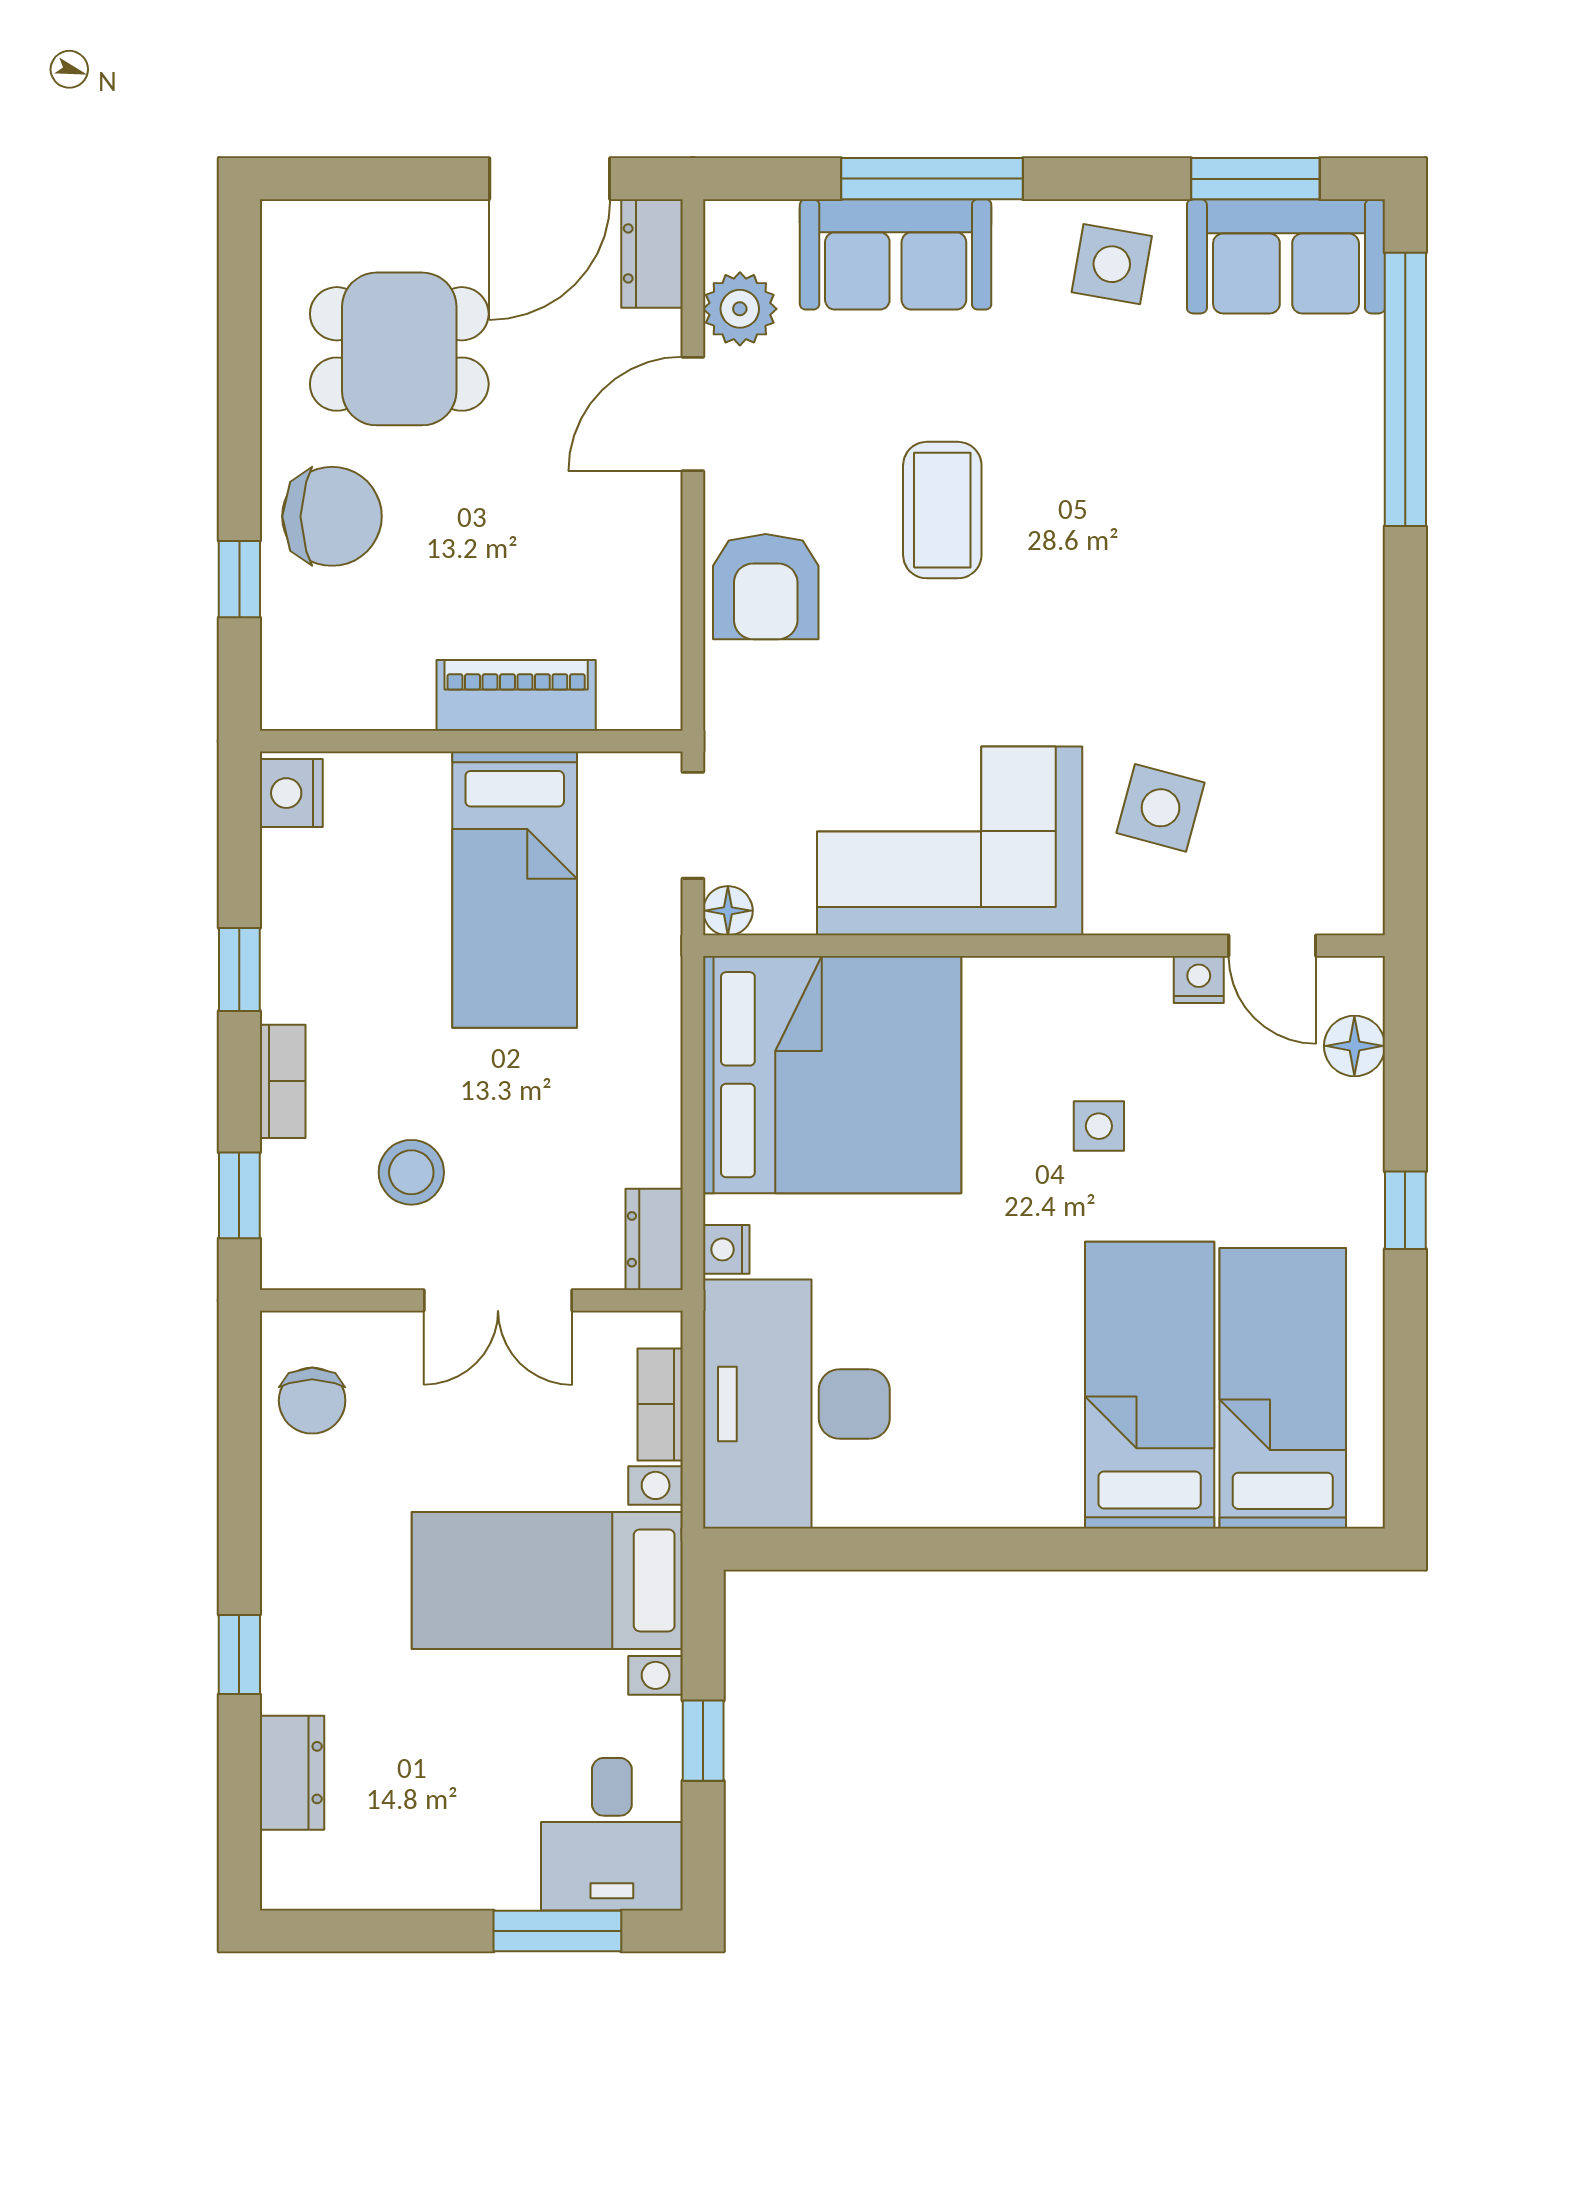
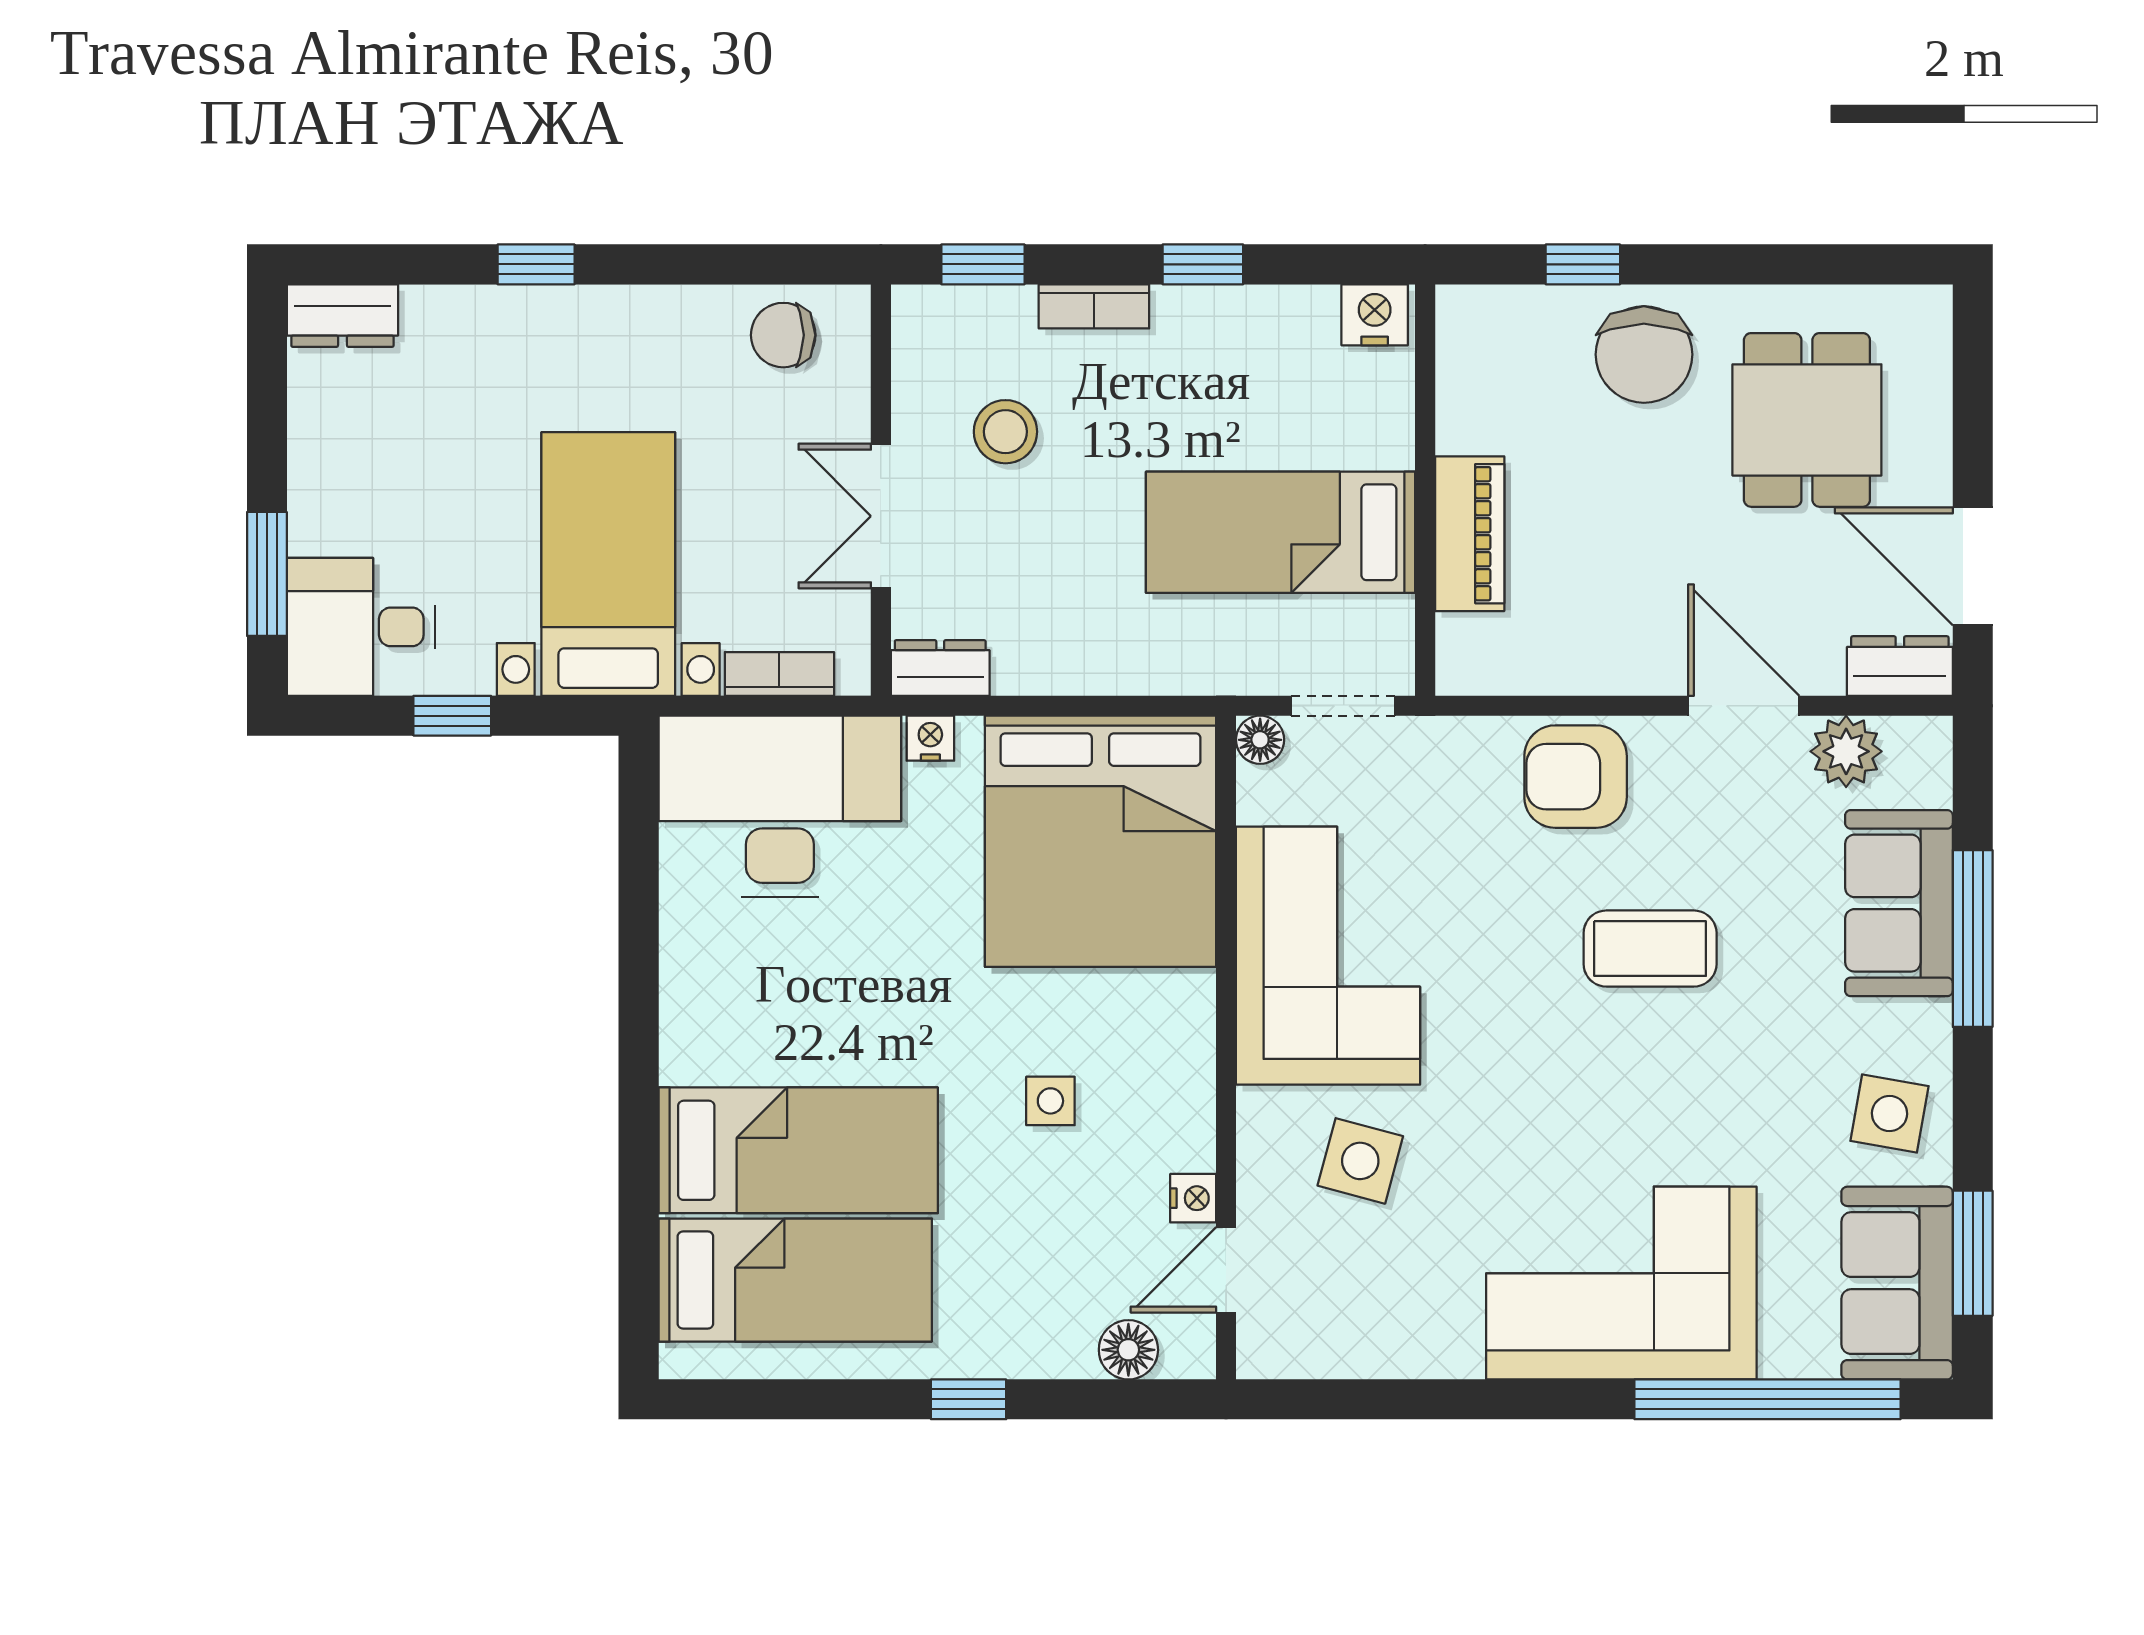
corner sofa: (1286, 540) -> (1621, 1283), added
dresser: (292, 1773) -> (342, 316), moved

